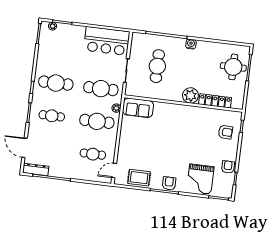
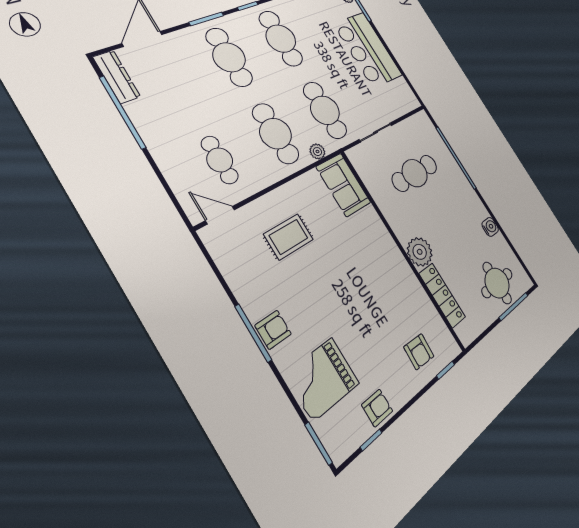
bar counter: (107, 41) -> (368, 50), moved
water cooler: (191, 44) -> (490, 227), moved
cafe table: (52, 116) -> (229, 57), width x1.37, depth x1.35
rug: (139, 178) -> (289, 237), moved, turned 90

